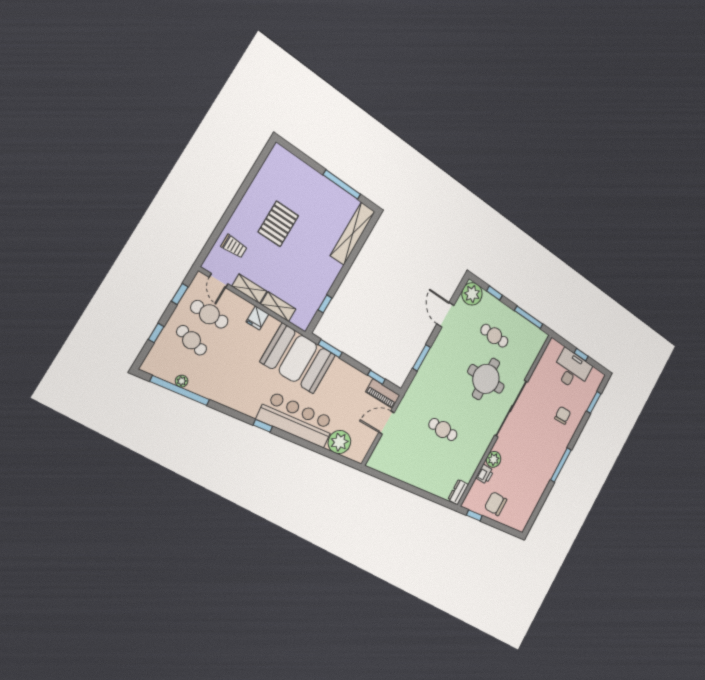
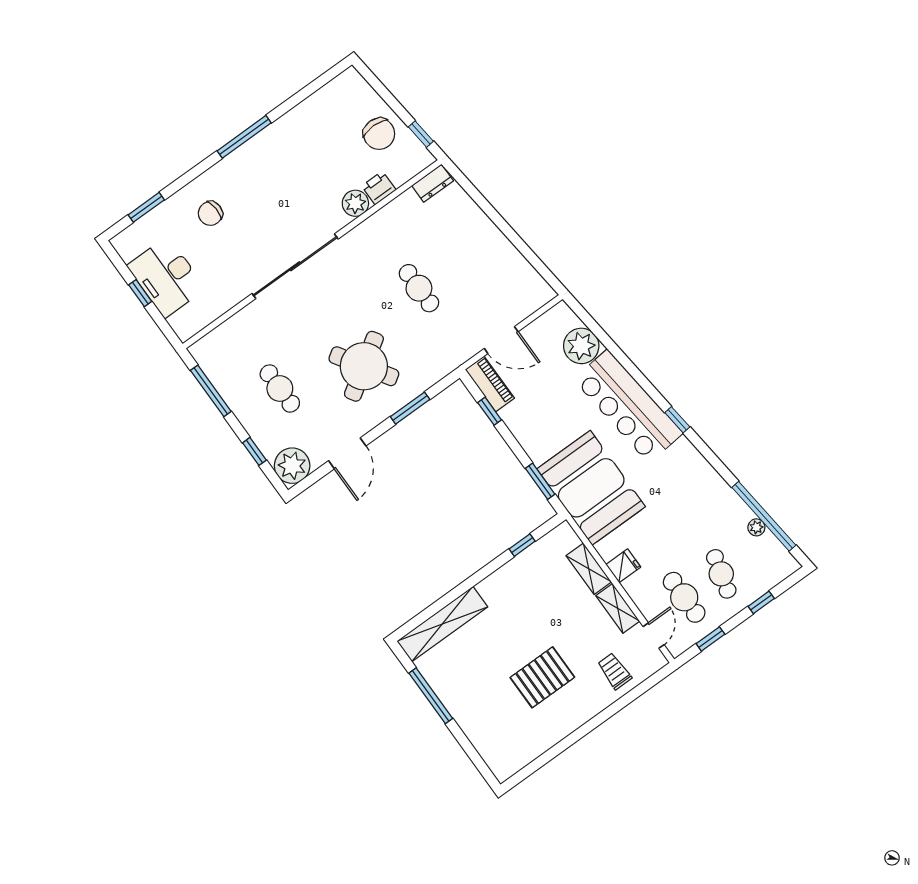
round table: (486, 379) -> (364, 366), moved, turned -33

